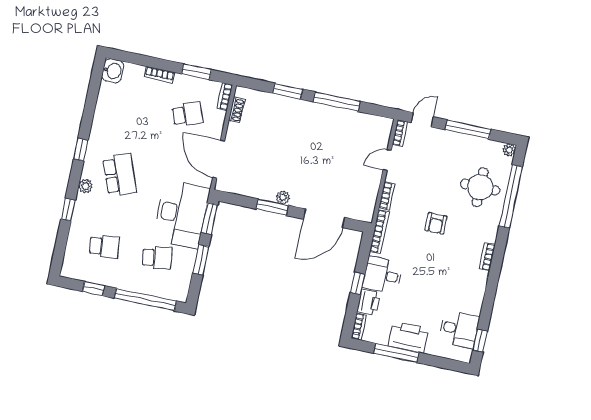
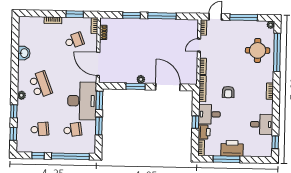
washbasin: (113, 71) -> (24, 53), moved
window: (81, 150) -> (13, 134), moved
door: (324, 218) -> (168, 87), swing flipped
armchair: (436, 223) -> (228, 92), moved
desk: (459, 329) -> (262, 124), moved

